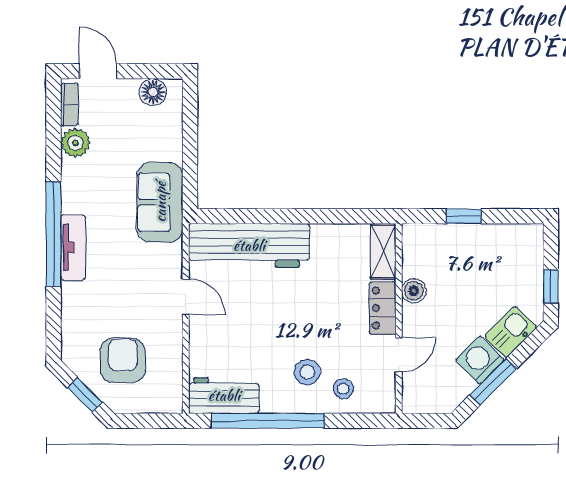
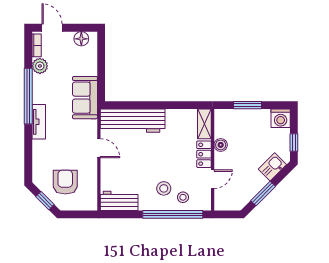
window: (464, 216) -> (247, 105), width x1.50
window: (54, 234) -> (28, 96), moved
washing machine: (480, 360) -> (281, 118), moved, turned -135
window: (268, 421) -> (173, 214), moved

